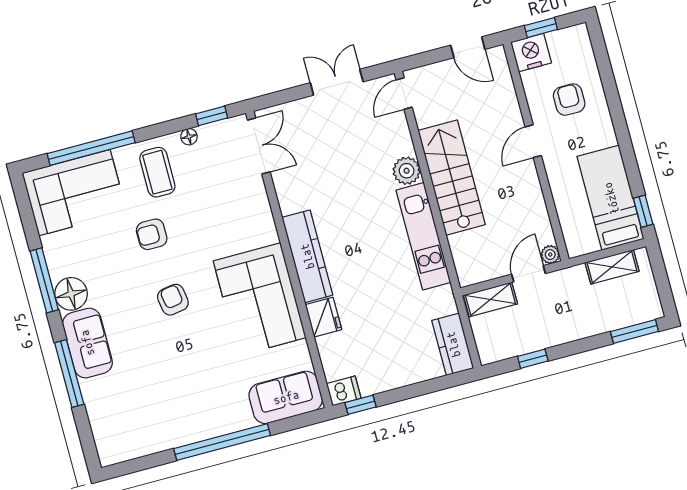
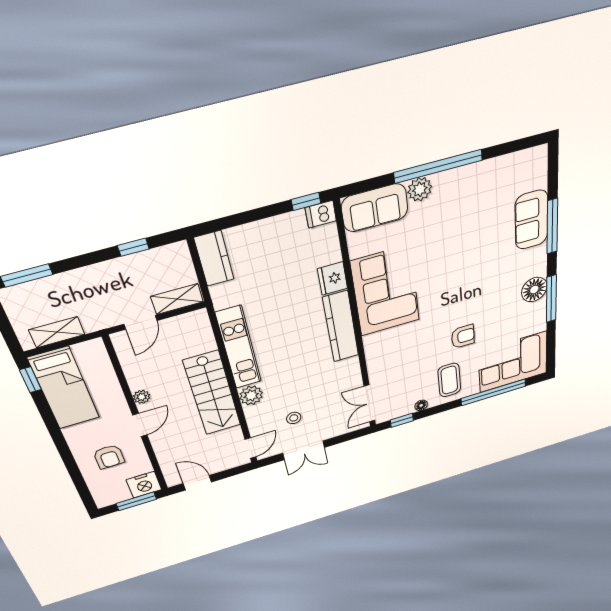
window: (541, 28) -> (136, 501), width x1.50
stool: (353, 133) -> (294, 418), added
plant: (550, 255) -> (142, 397), moved
armchair: (173, 300) -> (457, 288), removed
sofa: (87, 343) -> (531, 220), moved
plant: (238, 417) -> (420, 189), added

